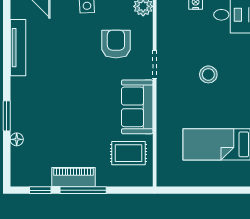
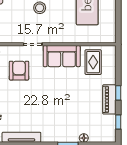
armchair: (116, 44) -> (19, 71), turned 90
window: (83, 190) -> (118, 93), width x0.46

